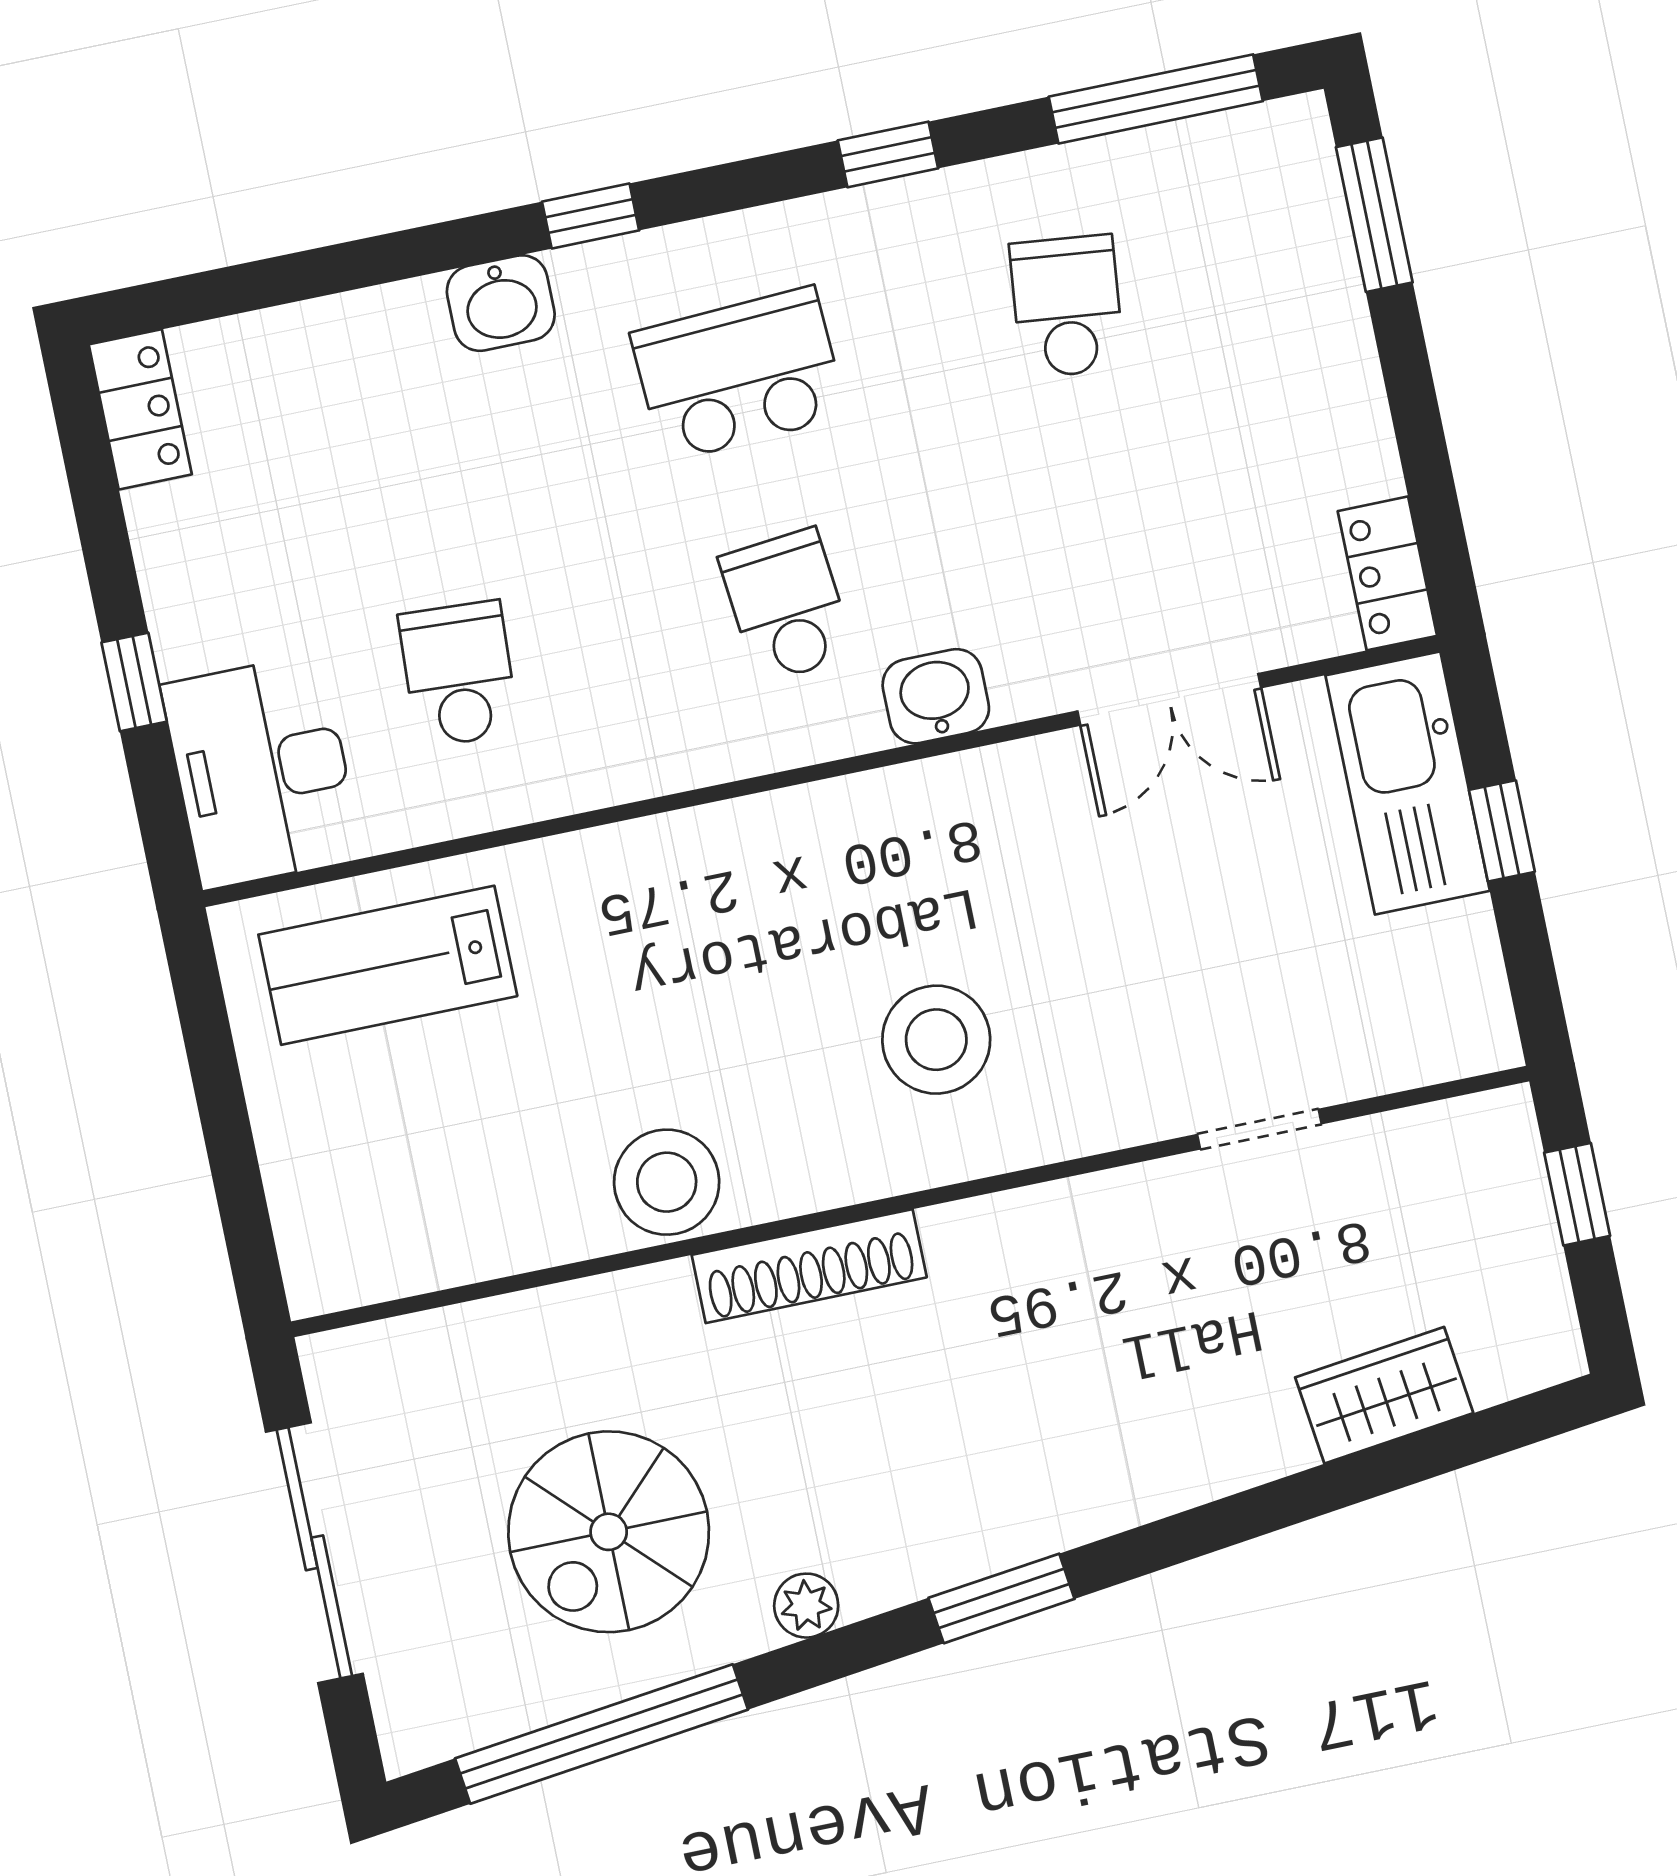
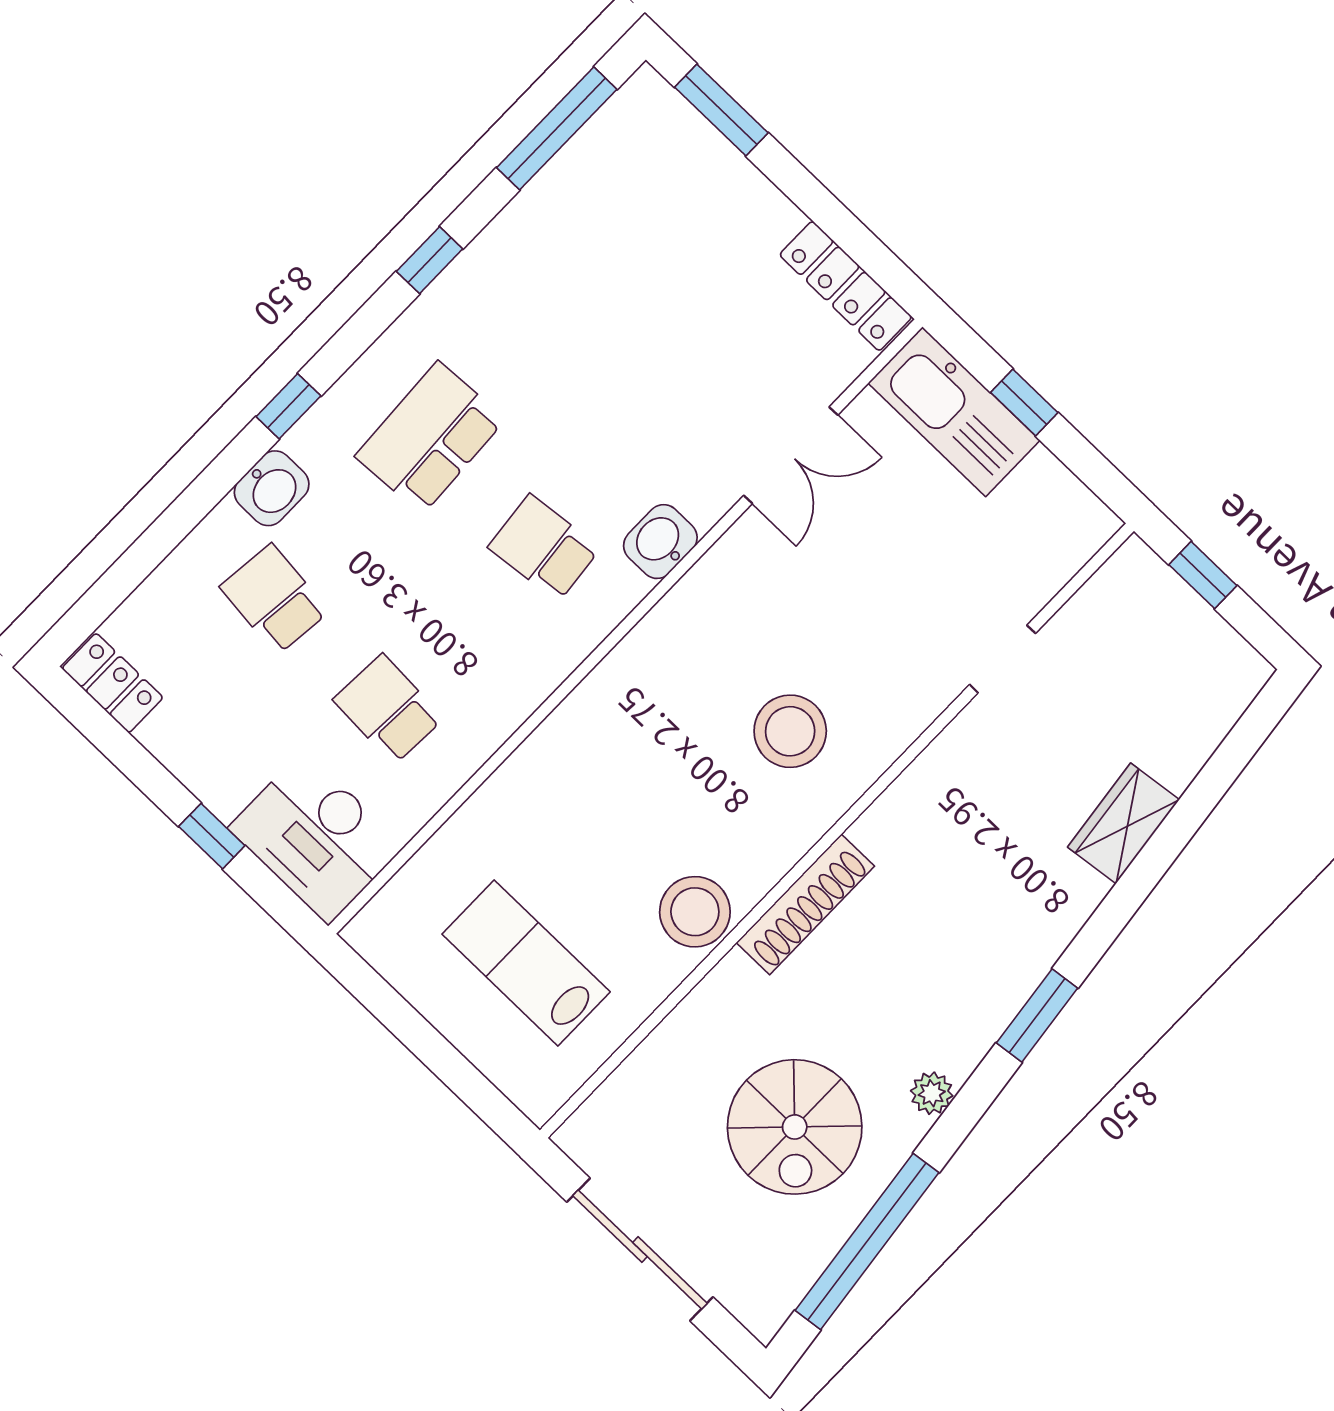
school desk: (1067, 306) -> (274, 599), moved
locker: (1387, 573) -> (846, 286), width x1.53
lab bench: (388, 965) -> (526, 963), moved, turned 90
wardrobe: (1384, 1395) -> (1123, 823), moved

